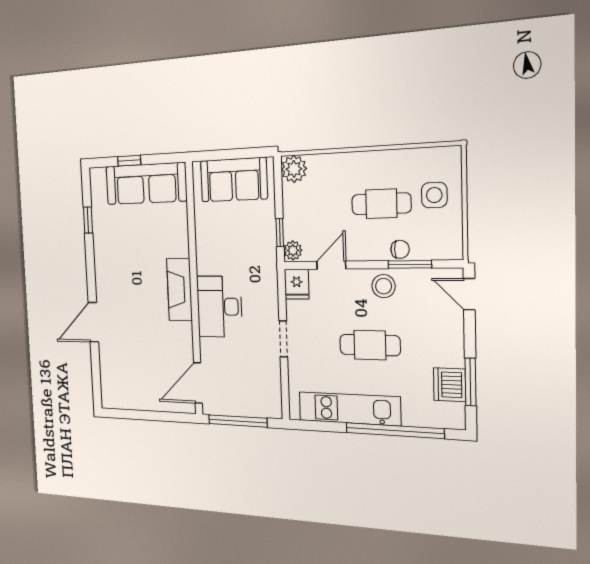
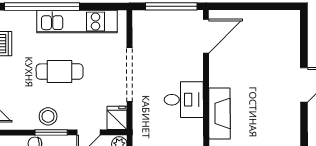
window: (410, 264) -> (51, 132), moved
desk: (219, 307) -> (184, 100), width x0.73
doorway: (283, 339) -> (130, 75), width x1.87

